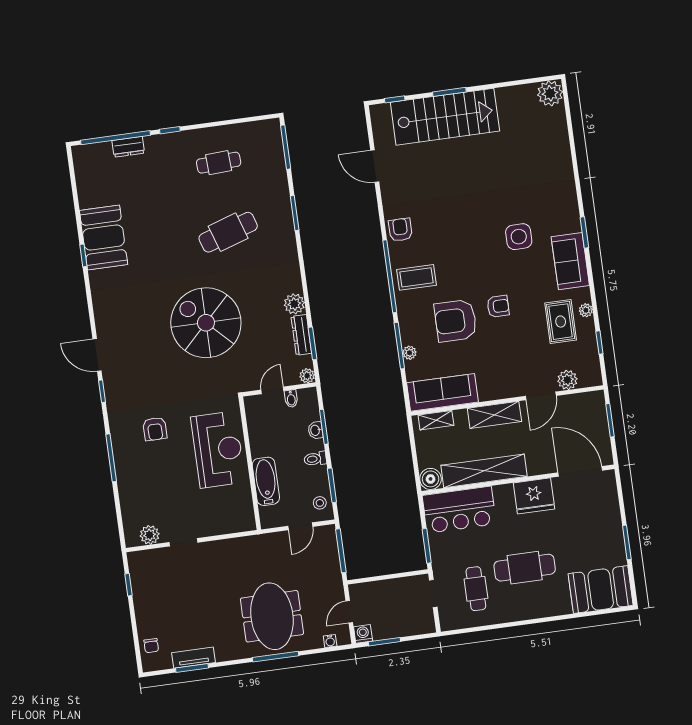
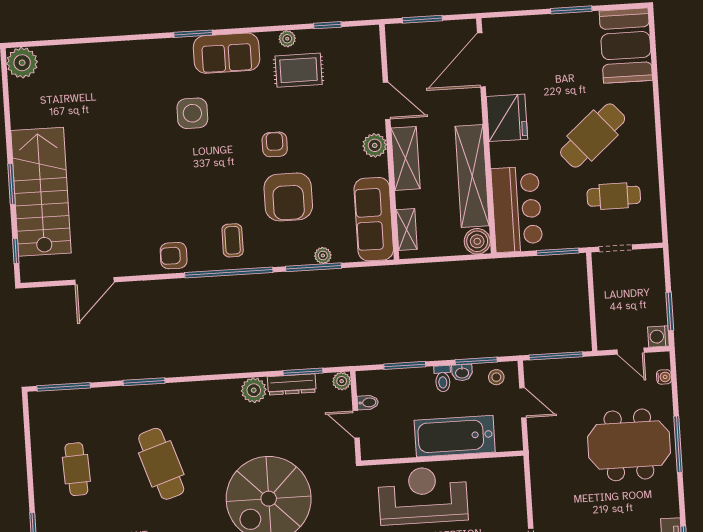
coffee table: (416, 277) -> (233, 240), width x0.73, depth x0.77
plant: (567, 380) -> (375, 145), moved
washbasin: (315, 430) -> (462, 373), moved
bathtub: (266, 481) -> (455, 436), width x1.36, depth x1.36
cafe table: (525, 568) -> (593, 136), turned 49

